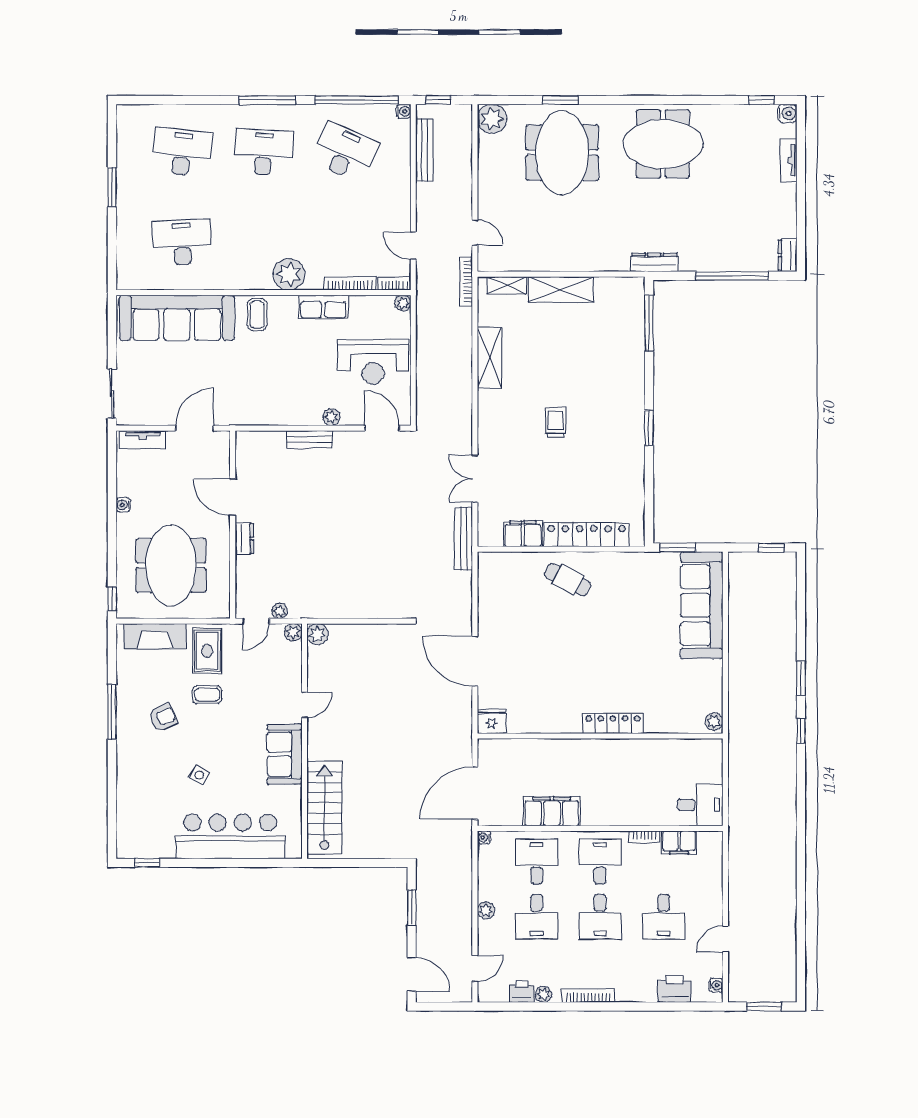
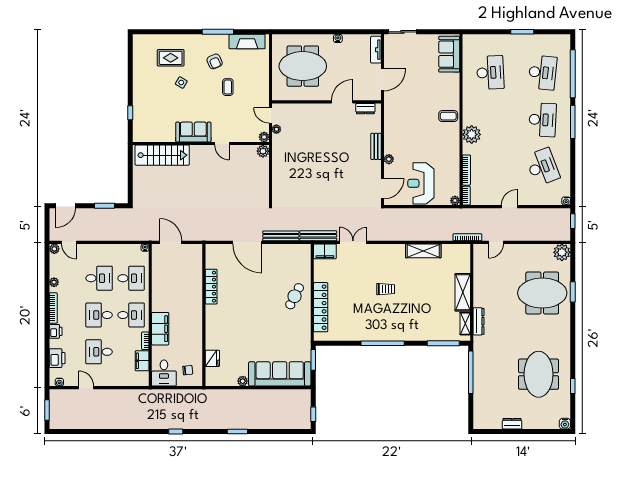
window: (357, 100) -> (573, 74), moved
window: (761, 100) -> (573, 386), moved
meeting table: (663, 144) -> (539, 374), moved
bench: (424, 150) -> (281, 236), moved
desk: (345, 152) -> (543, 167), turned -45
tv unit: (789, 160) -> (538, 424), removed
door: (413, 246) -> (509, 207), moved
dresser: (787, 255) -> (512, 424), moved
dresser: (654, 262) -> (479, 321), moved
window: (732, 276) -> (471, 372), moved
shelving: (507, 285) -> (465, 324), moved
row of seats: (323, 307) -> (453, 155), removed
sofa: (177, 318) -> (449, 54), width x0.54, depth x0.79
door: (195, 428) -> (382, 80), hinge flipped
window: (649, 428) -> (383, 343), width x2.11
filing cabinet: (523, 534) -> (325, 251), moved, turned 90
dresser: (244, 539) -> (365, 109), moved
window: (112, 599) -> (283, 32), removed
fireplace: (155, 636) -> (247, 42), moved, turned -90
rug: (207, 651) -> (171, 58), moved
door: (475, 661) -> (247, 242), swing flipped
fridge: (492, 721) -> (212, 358), moved
plant: (714, 722) -> (243, 381), moved
locker: (613, 724) -> (211, 287), moved
window: (801, 731) -> (176, 431), moved
chair: (695, 764) -> (188, 370), added
door: (475, 793) -> (171, 242), width x0.73
filing cabinet: (552, 811) -> (160, 329), moved
bar counter: (230, 836) -> (146, 100), removed
window: (147, 863) -> (130, 113), moved
plant: (486, 910) -> (54, 249), moved
desk: (537, 917) -> (99, 278), turned 180
printer: (522, 992) -> (56, 331), moved

